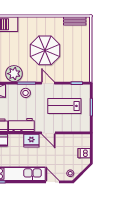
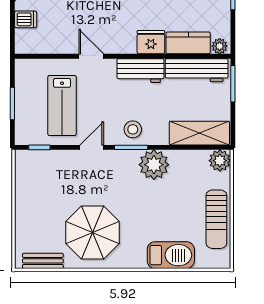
parasol: (45, 50) -> (93, 233), moved
door: (48, 83) -> (92, 147), swing flipped
lab bench: (64, 106) -> (62, 105), turned 90
fridge: (31, 141) -> (151, 42), moved

